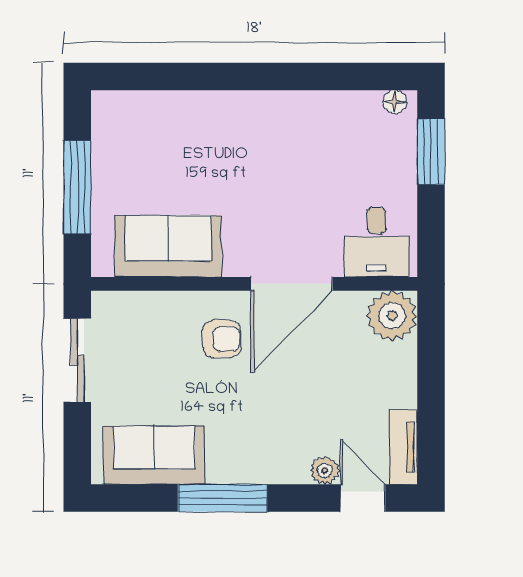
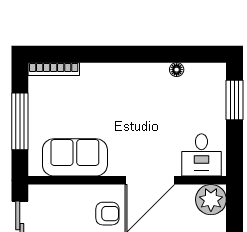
bookcase: (133, 101) -> (54, 69), added
floor lamp: (395, 102) -> (177, 70), moved

